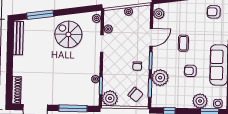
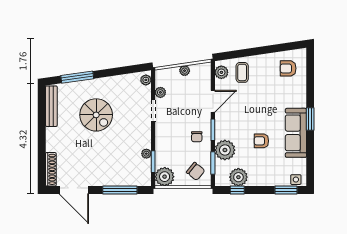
spiral stairs: (68, 34) -> (96, 115), moved, turned 180
coffee table: (183, 43) -> (242, 72), moved
plant: (200, 101) -> (238, 177), moved

